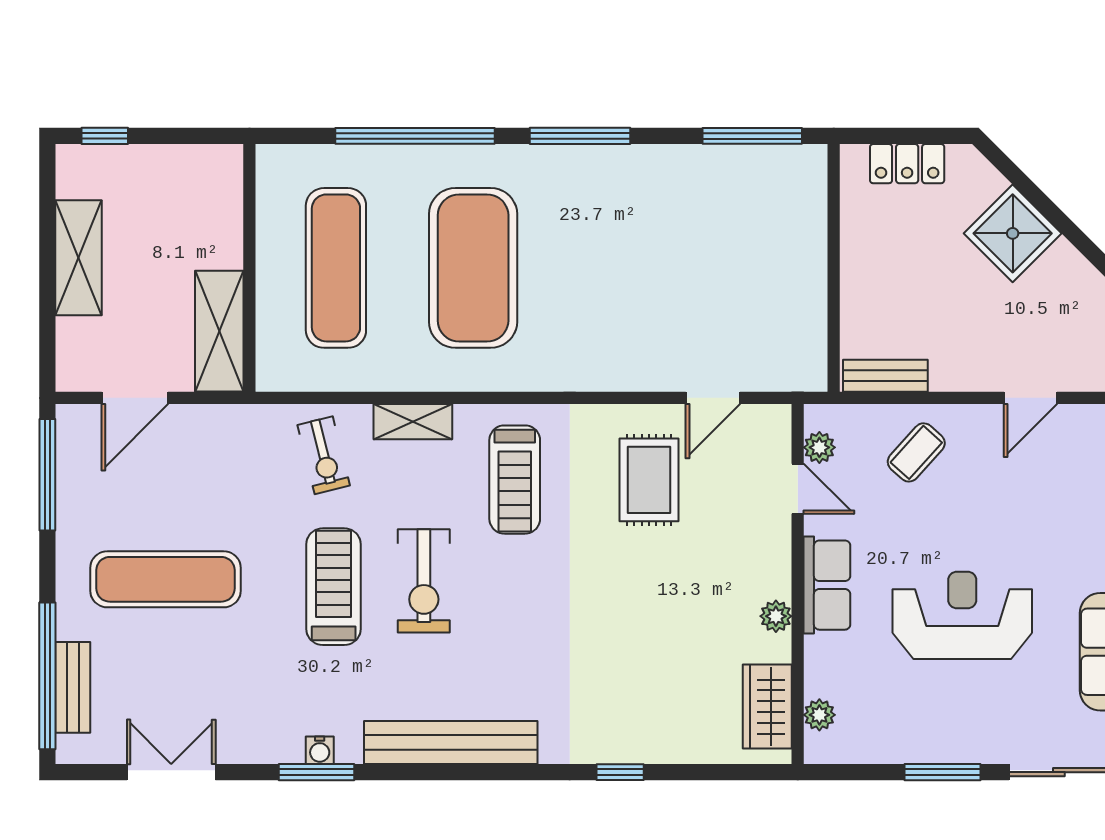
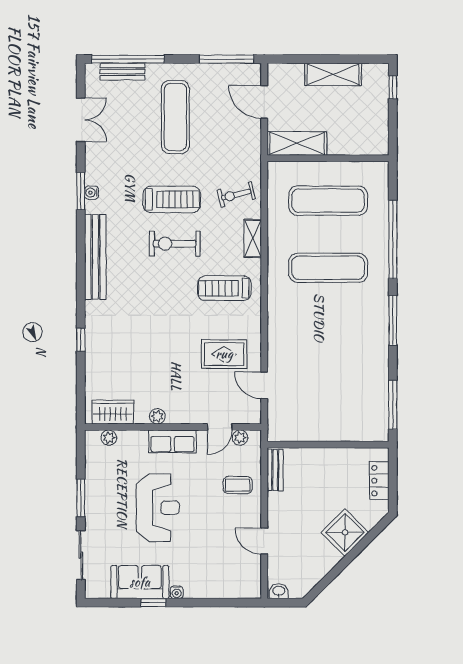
exercise mat: (473, 268) -> (328, 268), width x0.68
coffee table: (916, 452) -> (238, 485), turned -42

